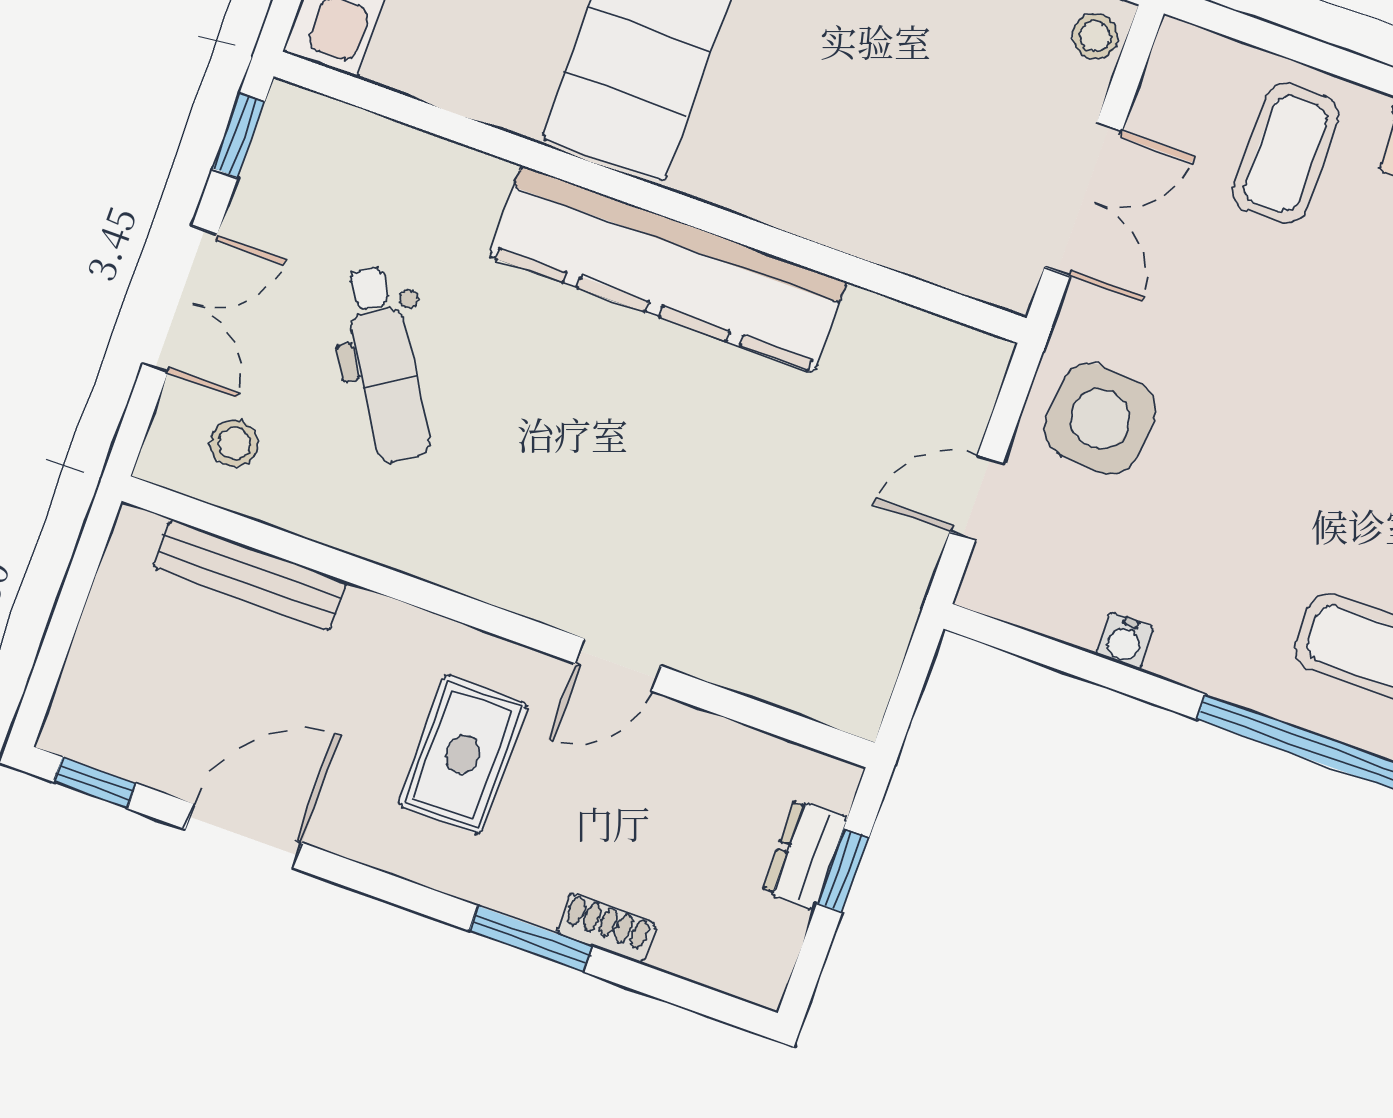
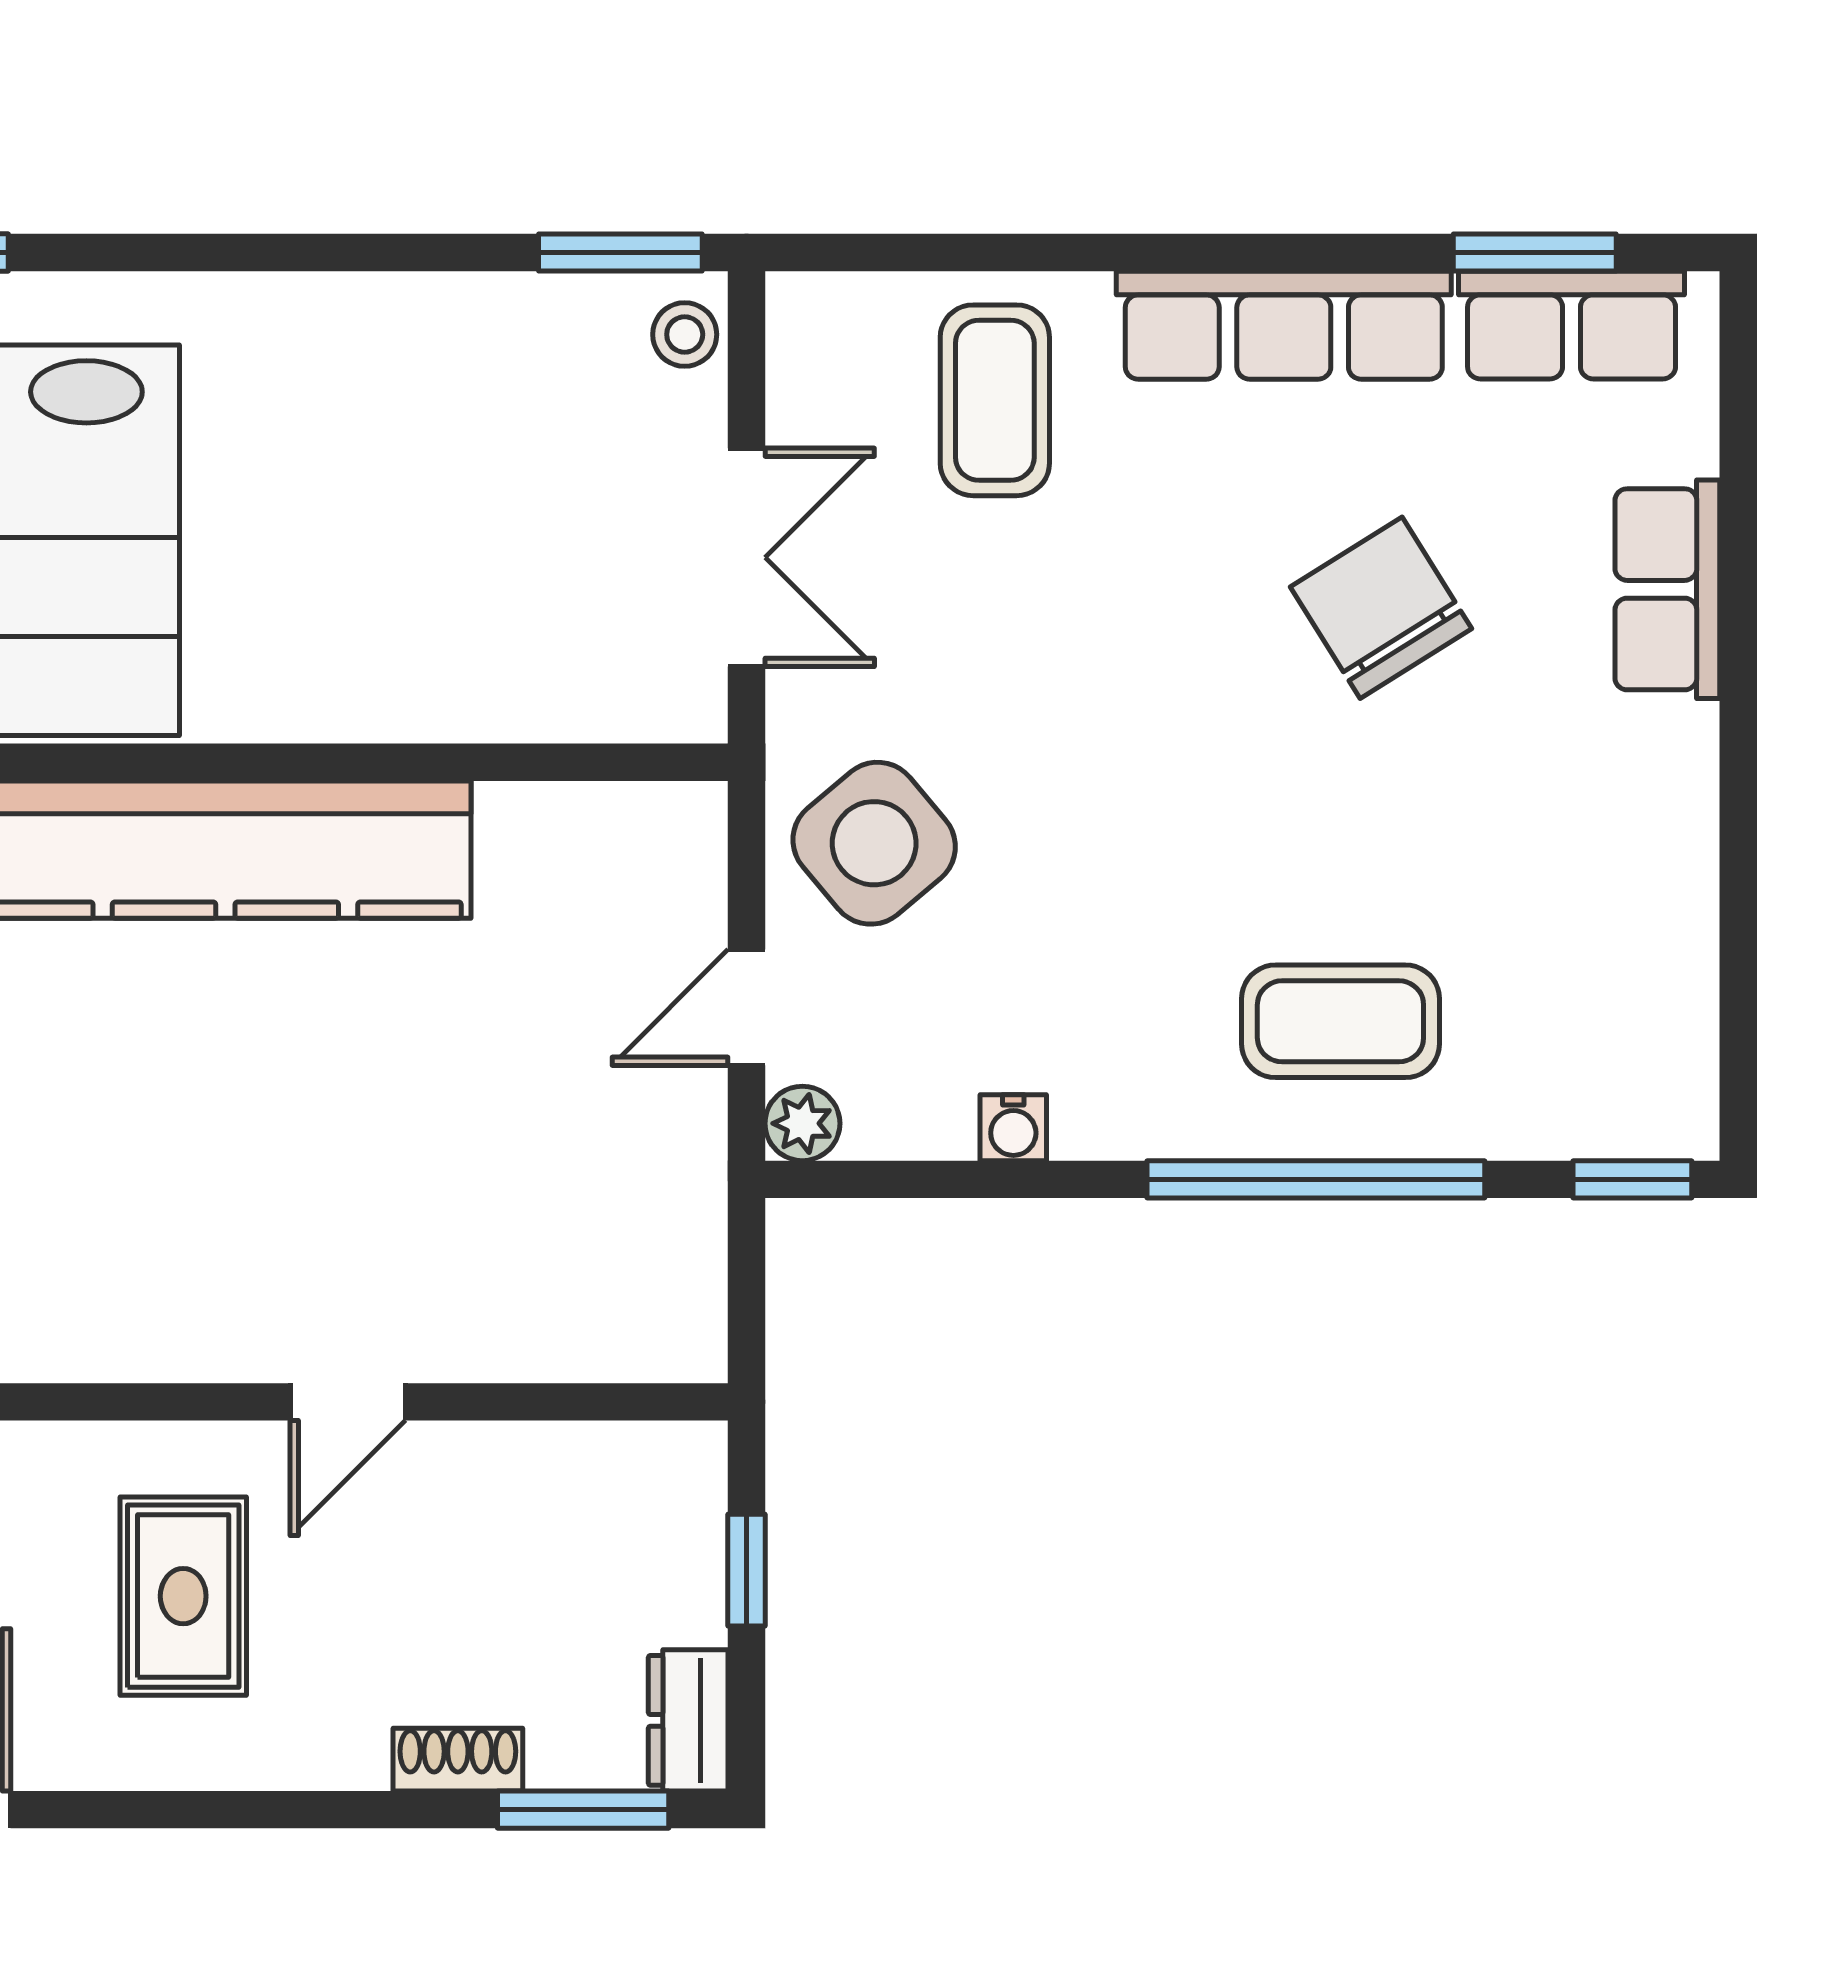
side table: (1100, 419) -> (874, 843), turned 45
plant: (986, 588) -> (802, 1123), added
dresser: (805, 854) -> (688, 1720), moved
window: (531, 939) -> (583, 1810), moved

